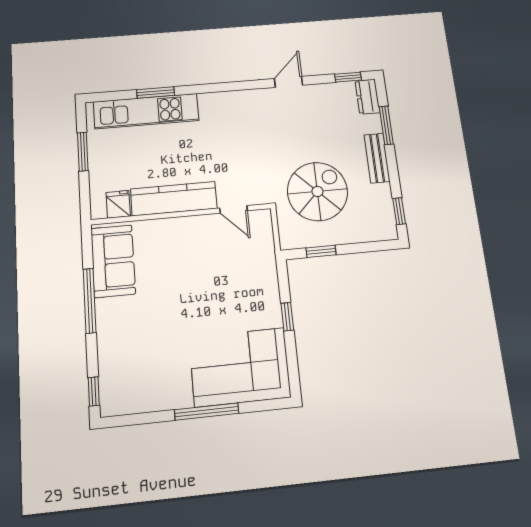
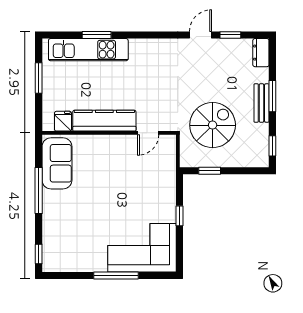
window: (348, 77) -> (230, 35), moved
window: (386, 125) -> (272, 96), moved
door: (234, 209) -> (148, 133), hinge flipped

